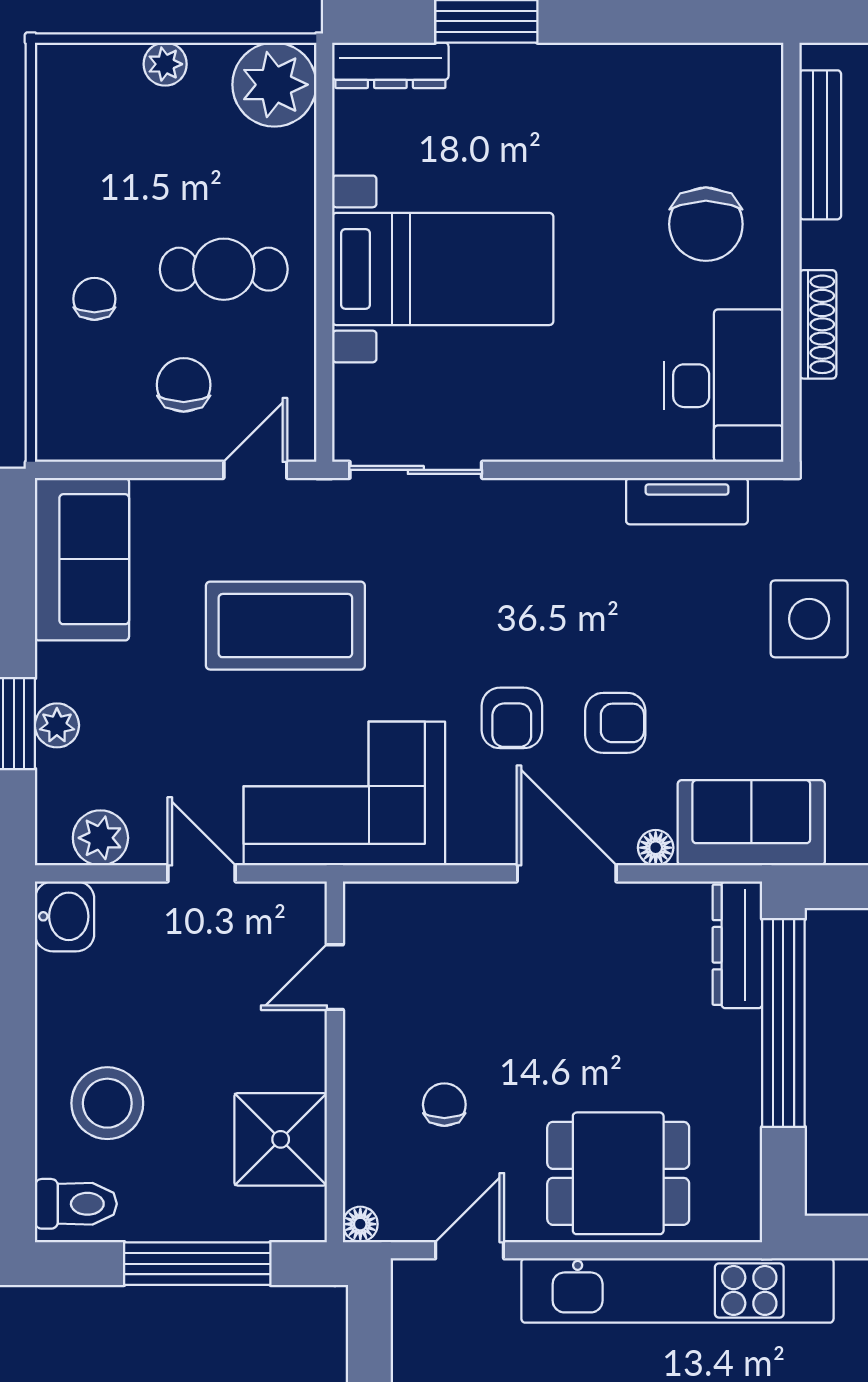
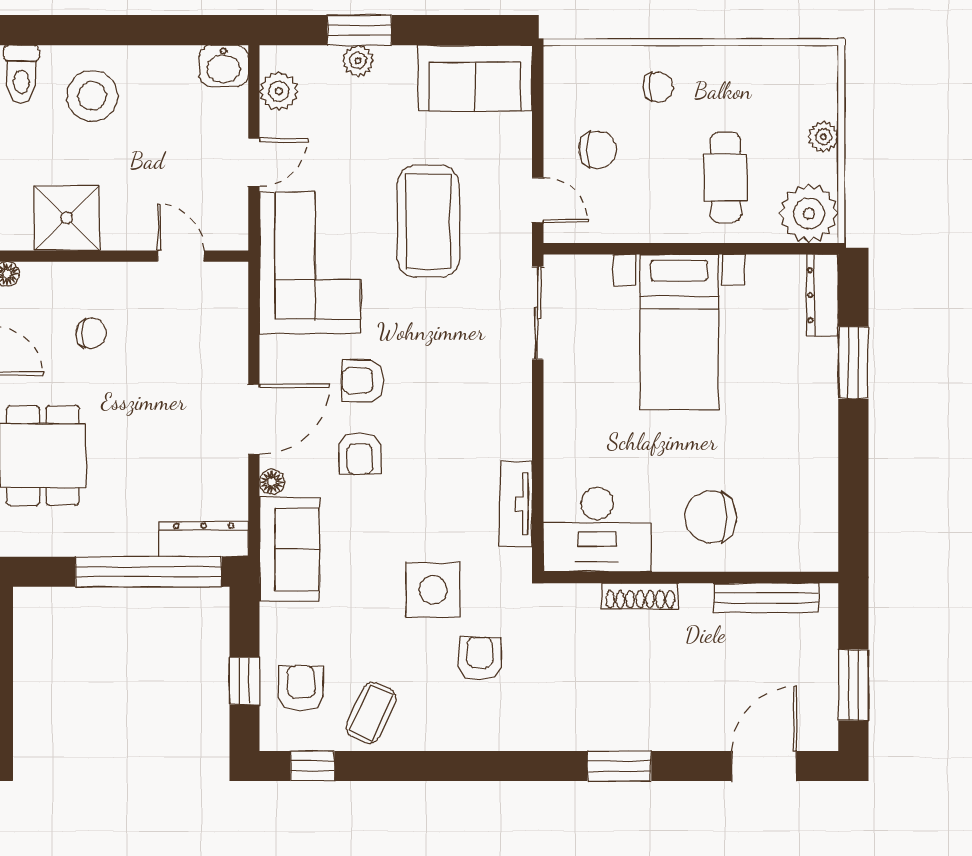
cafe table: (224, 269) -> (726, 178), moved

